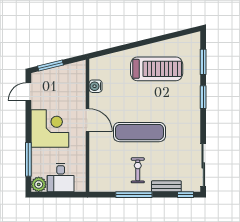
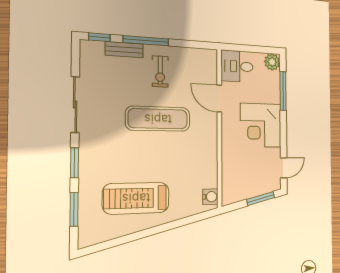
water cooler: (96, 86) -> (210, 197), moved
door: (87, 120) -> (219, 99), moved
sliding door: (203, 165) -> (75, 105), moved
desk: (61, 178) -> (237, 66), moved, turned -90
window: (134, 195) -> (146, 41), moved

